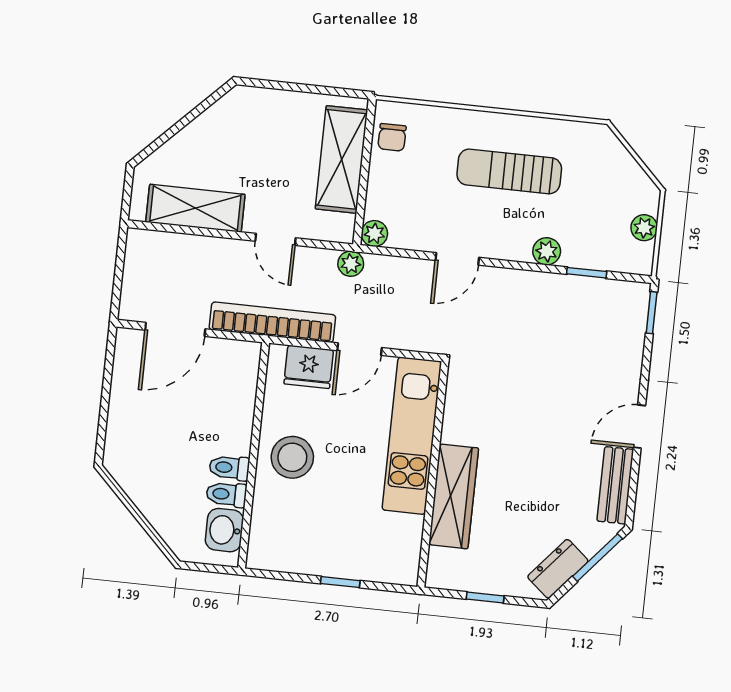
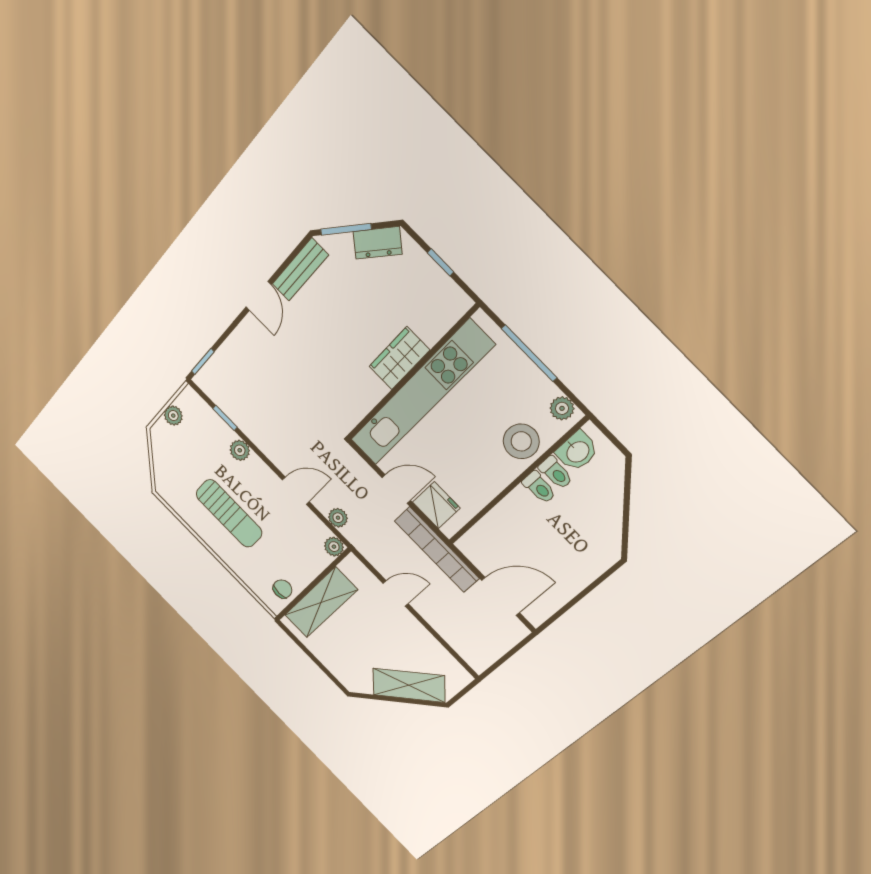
shelving: (195, 208) -> (409, 685), moved, turned -45
door: (275, 239) -> (396, 593), hinge flipped
plant: (351, 264) -> (338, 518), moved
door: (639, 427) -> (259, 296), hinge flipped
kitchen unit: (412, 436) -> (421, 393), width x1.36
stool: (292, 457) -> (521, 441), moved
wardrobe: (454, 496) -> (399, 358), width x0.67
plant: (270, 557) -> (562, 408), added
window: (340, 582) -> (529, 353), width x2.17

